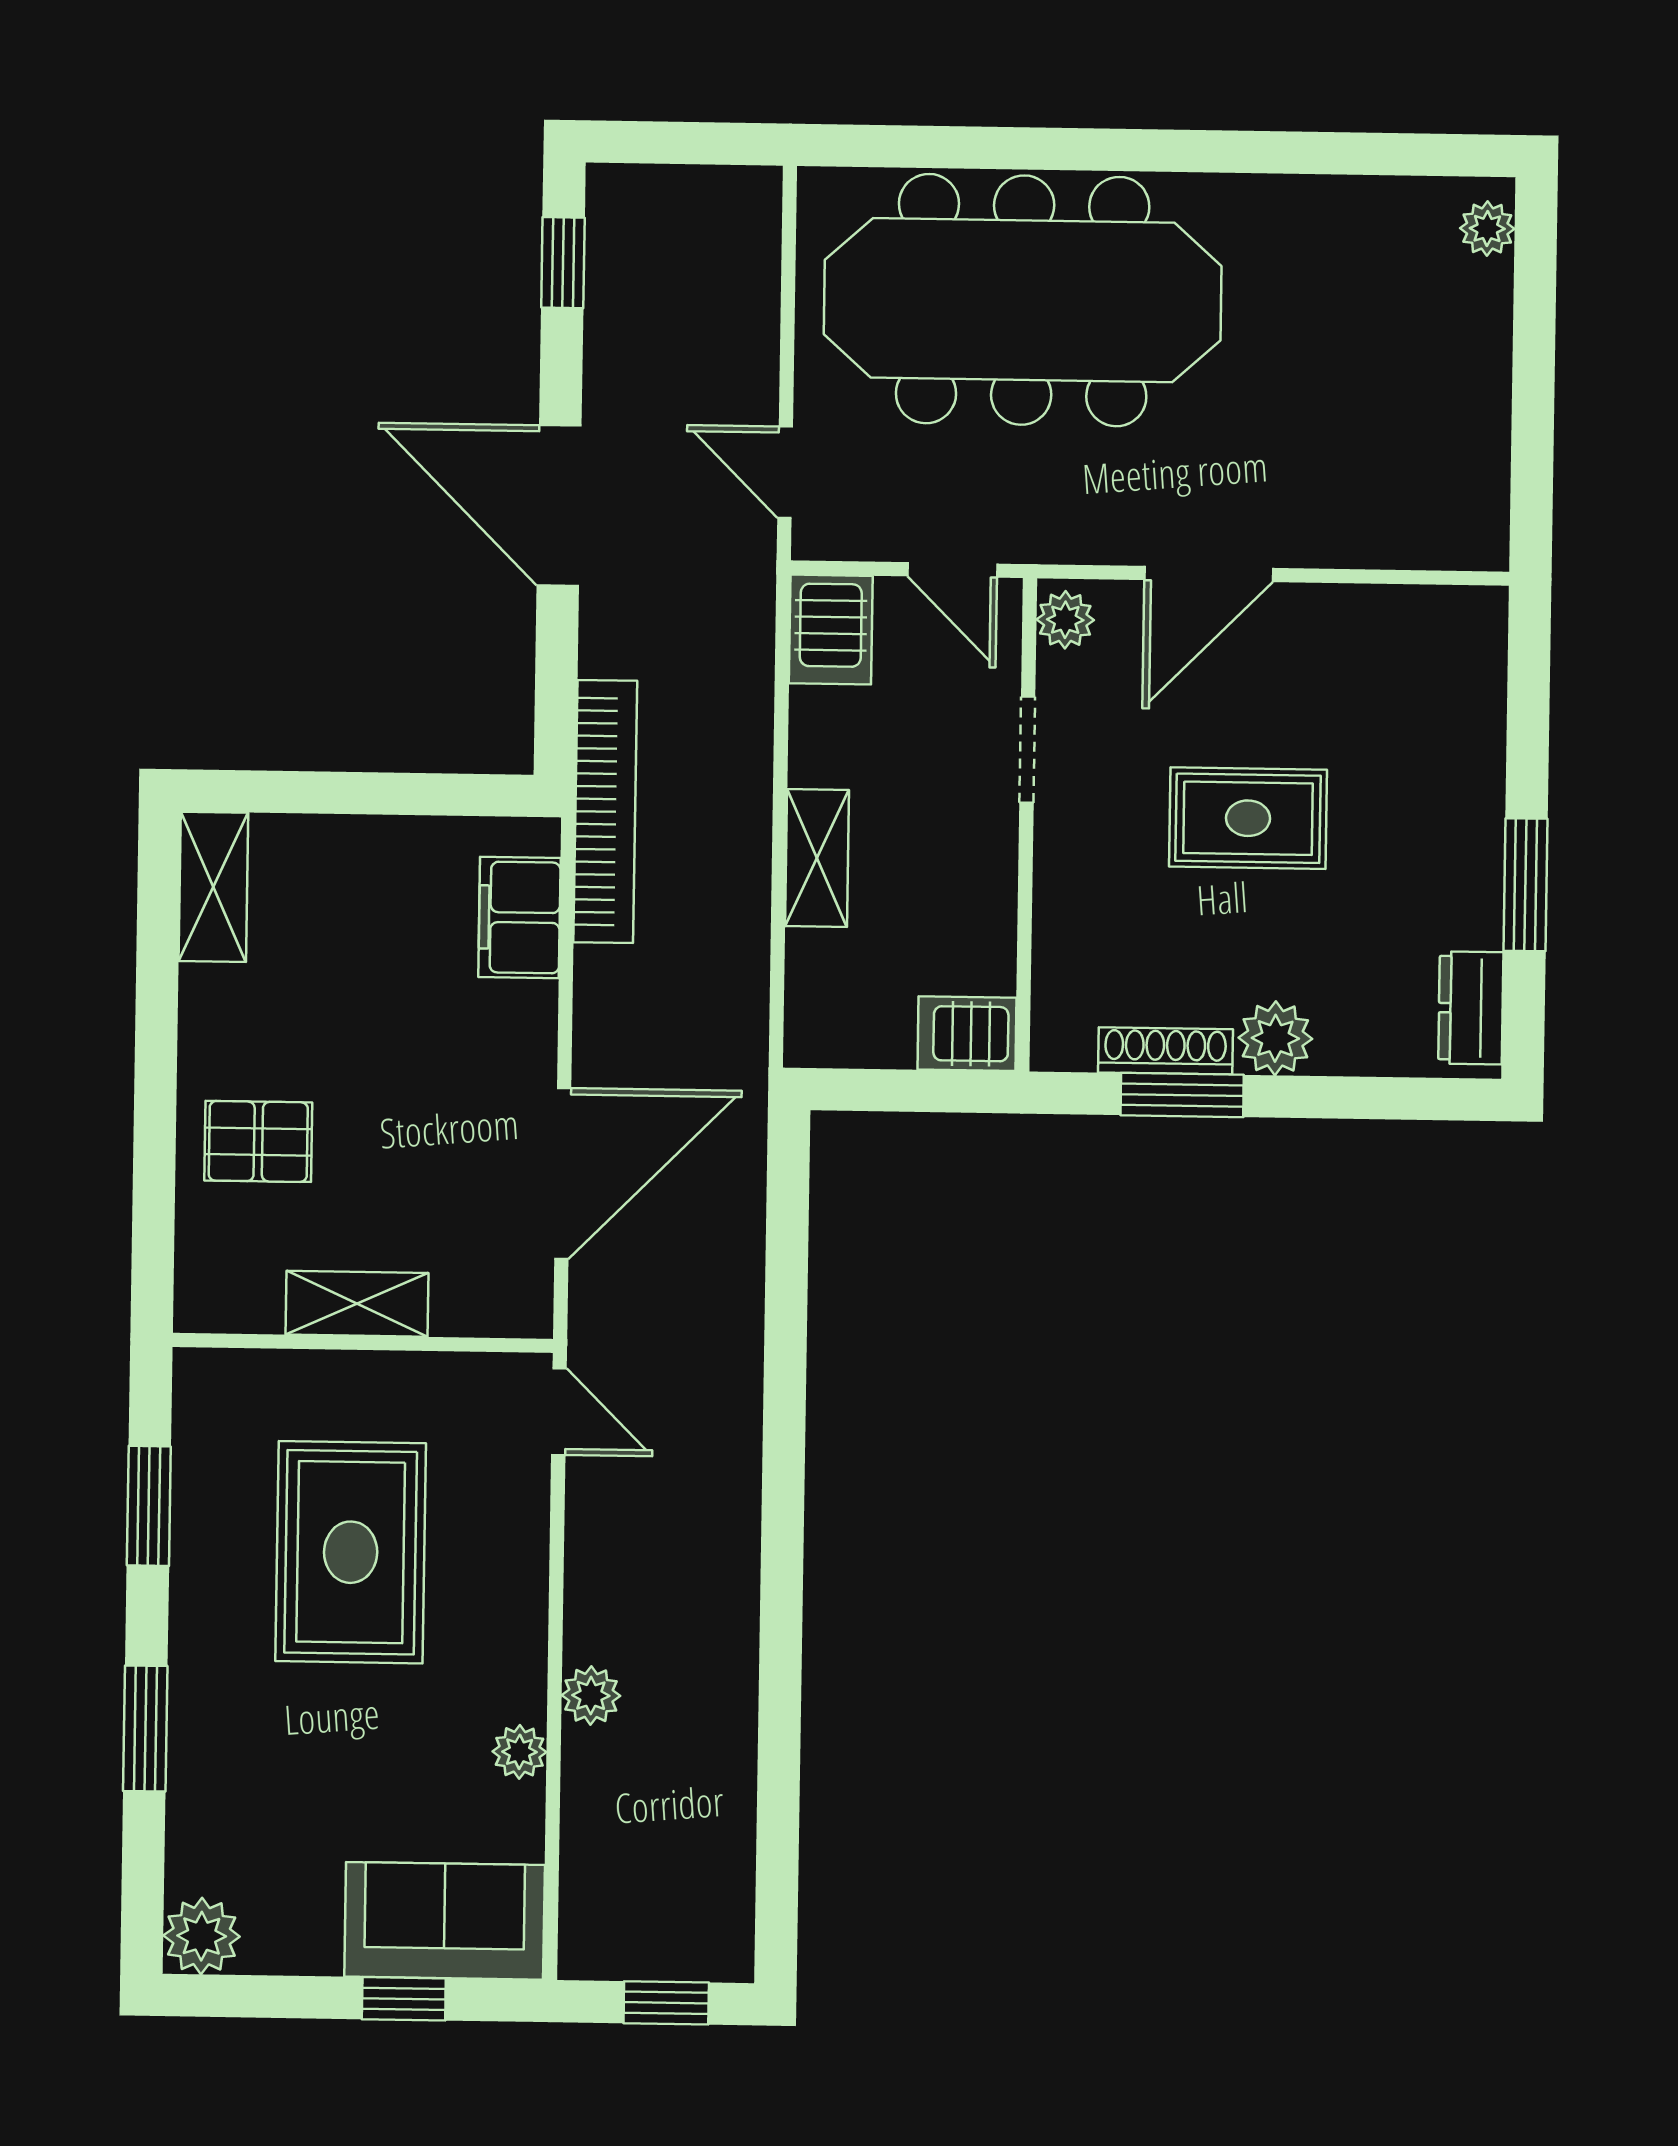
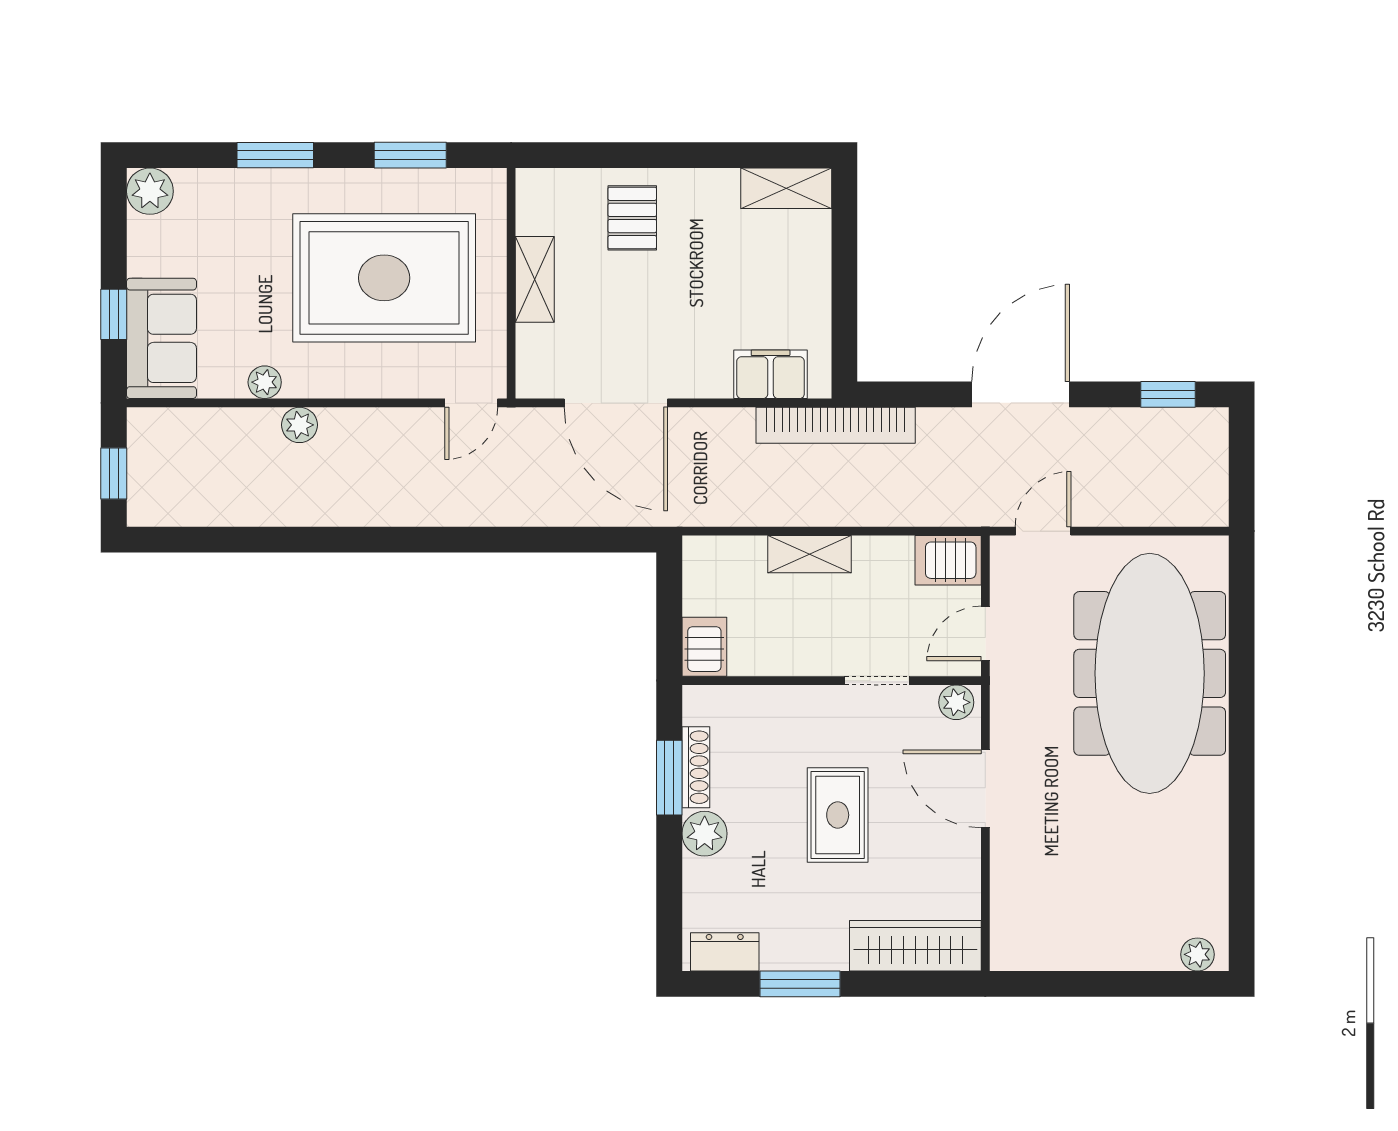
wardrobe: (1465, 693) -> (915, 946), added
rug: (351, 1552) -> (384, 278), width x1.37, depth x1.44

